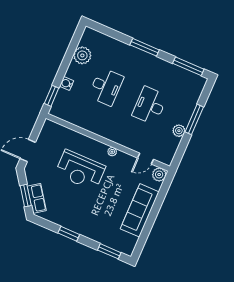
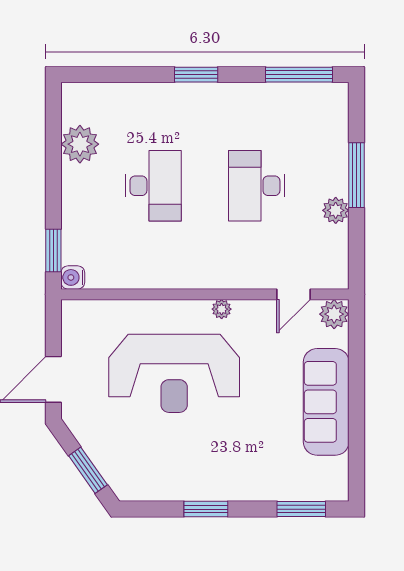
window: (145, 47) -> (196, 75), width x0.69
water cooler: (67, 84) -> (73, 277), moved
reception desk: (80, 170) -> (174, 373), width x1.36, depth x1.30
row of seats: (37, 198) -> (112, 466), removed

